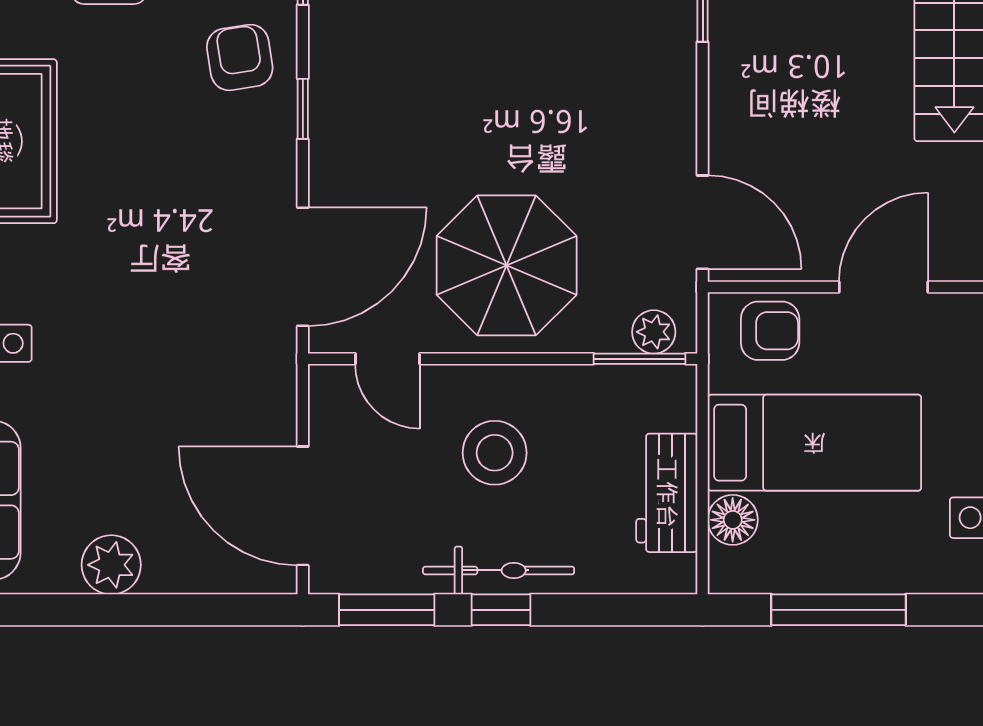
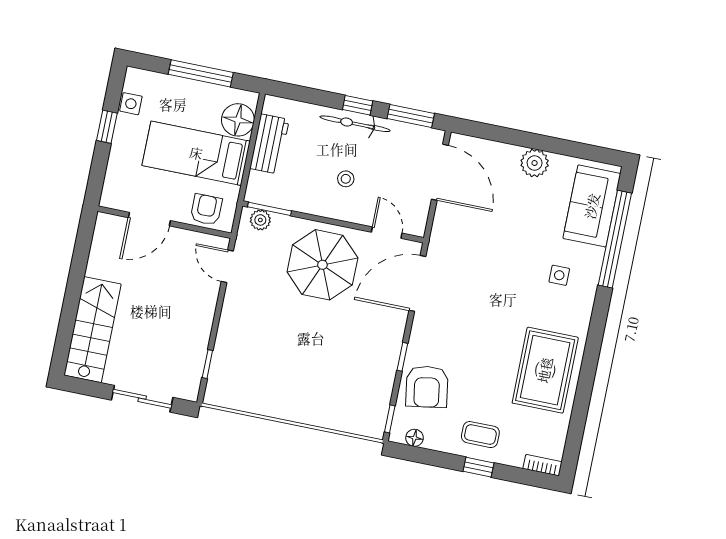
armchair: (240, 57) -> (427, 387), width x1.38, depth x1.38
door: (703, 222) -> (227, 266), width x0.73
armchair: (770, 331) -> (206, 209), turned 90
stool: (495, 453) -> (346, 179), width x0.53, depth x0.53
floor lamp: (733, 520) -> (238, 120), width x1.38, depth x1.38

